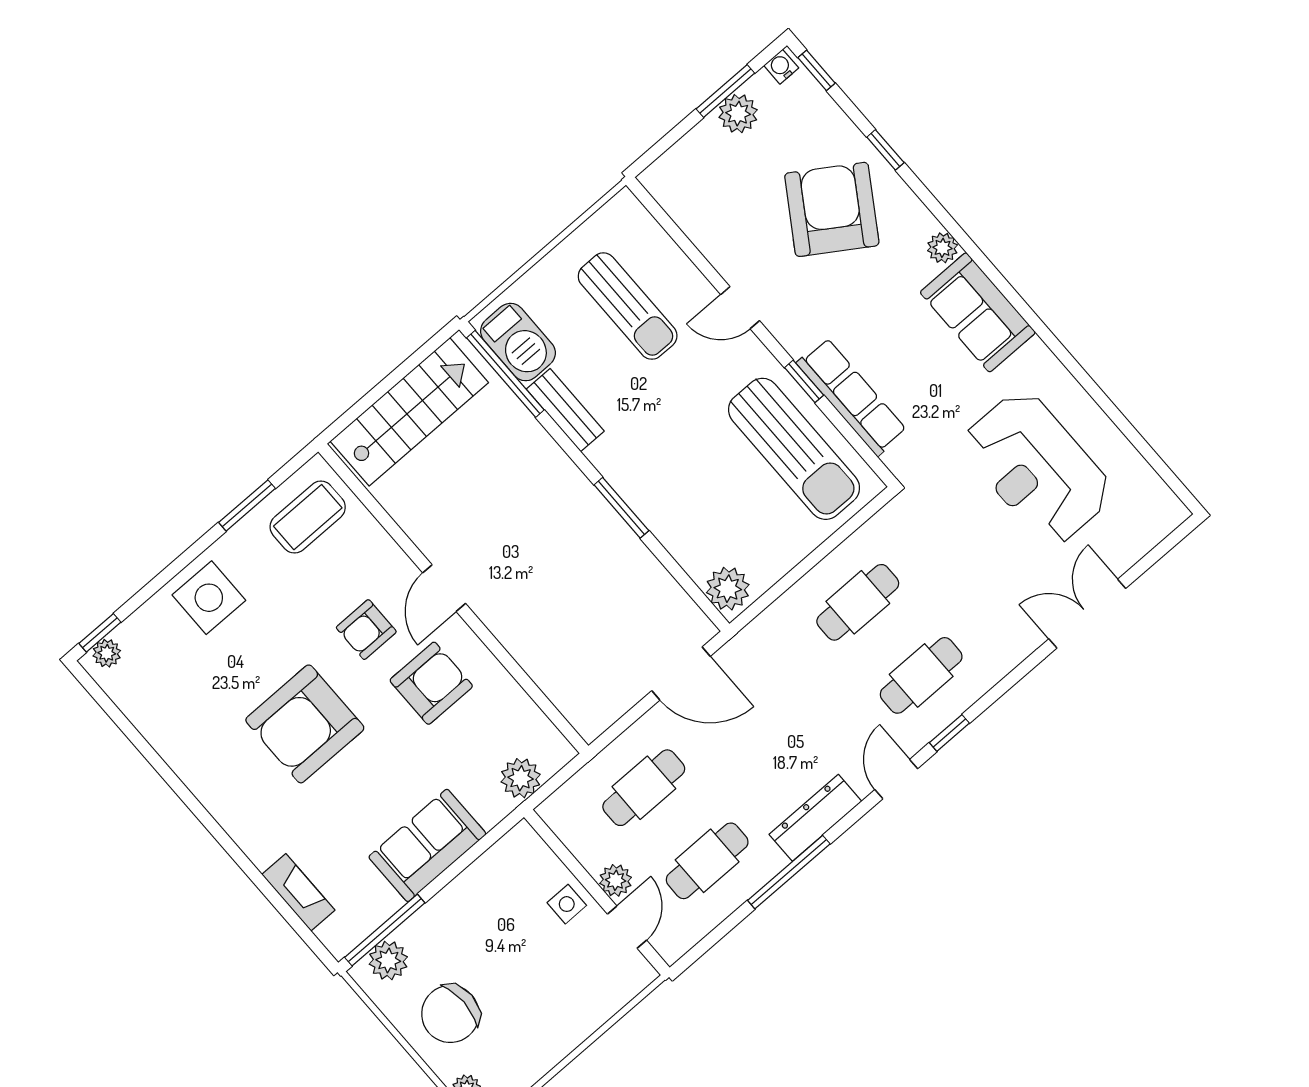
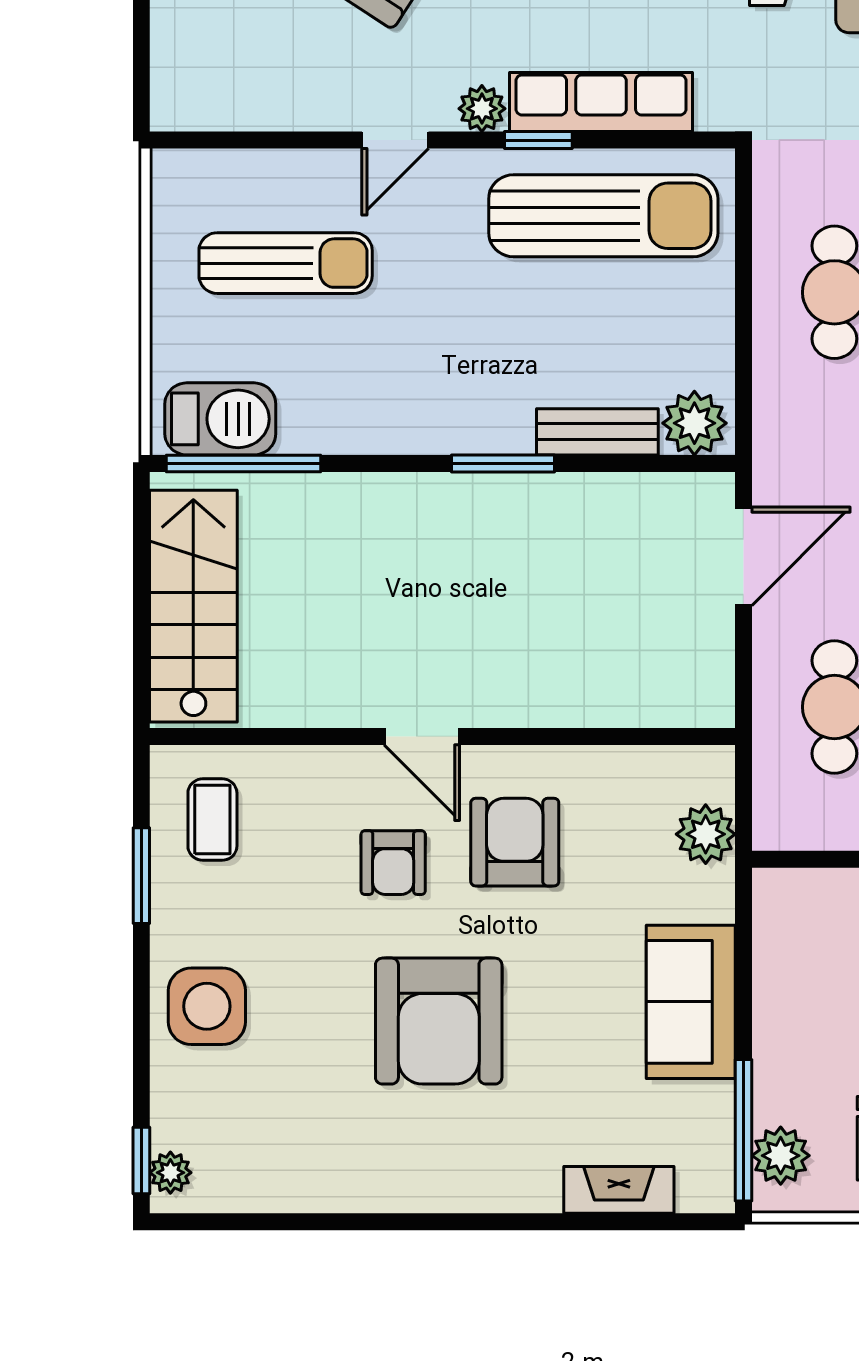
plant: (795, 338) -> (482, 109), added
bench: (565, 410) -> (597, 432), moved
coffee table: (308, 517) -> (212, 820), width x0.73, depth x0.77

